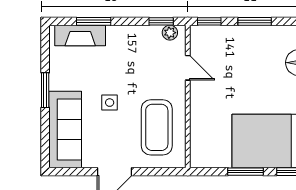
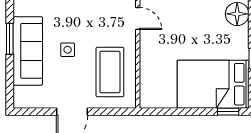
sofa: (65, 129) -> (28, 51), moved
window: (245, 172) -> (189, 112), removed

